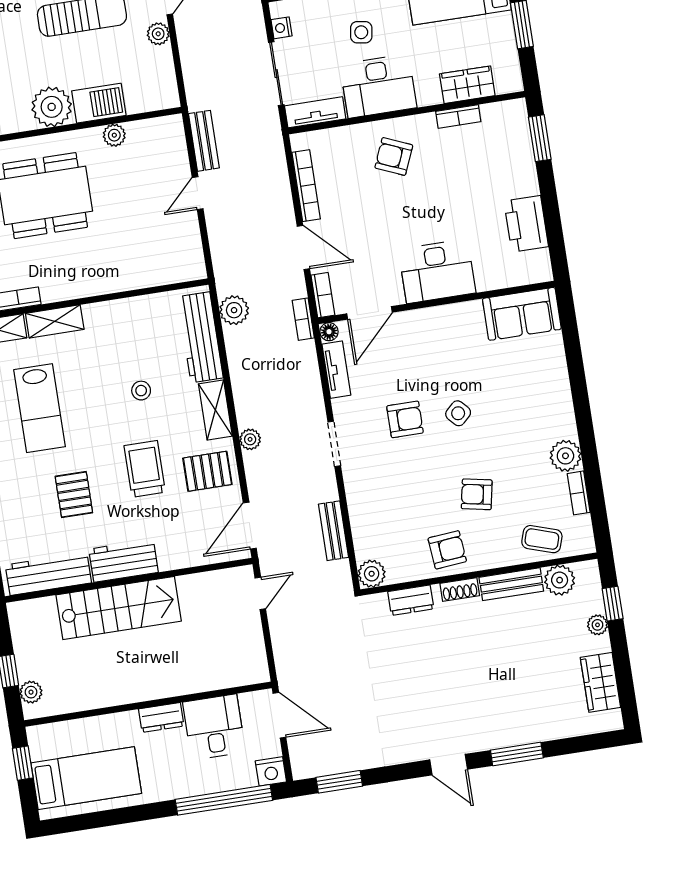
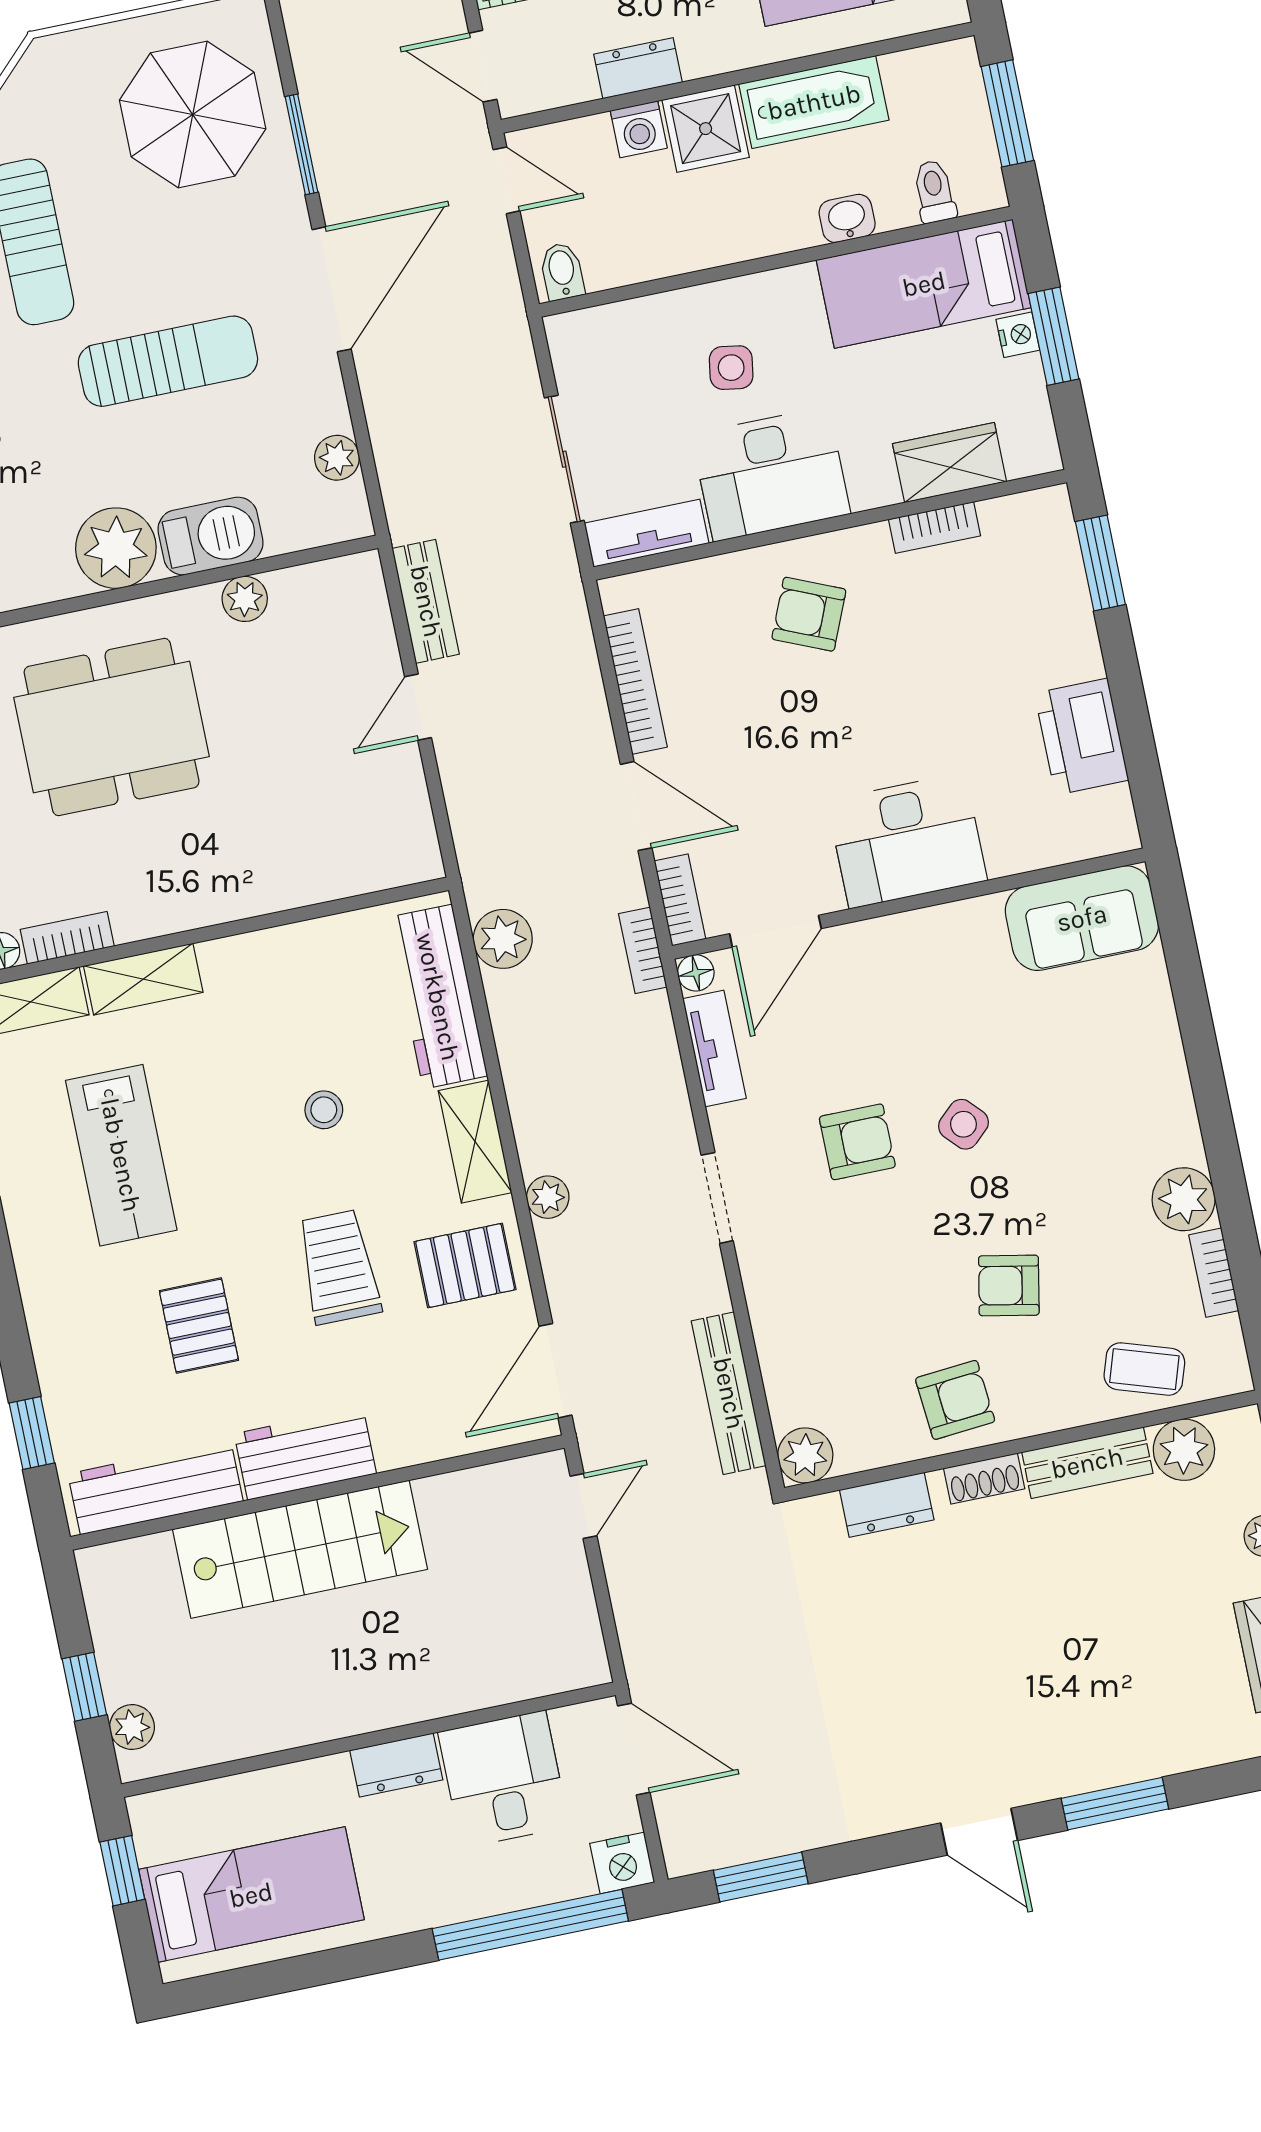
nightstand: (282, 28) -> (1018, 335), moved, turned 180
plant: (158, 34) -> (337, 458), moved
bench: (333, 531) -> (729, 1393), width x1.36

